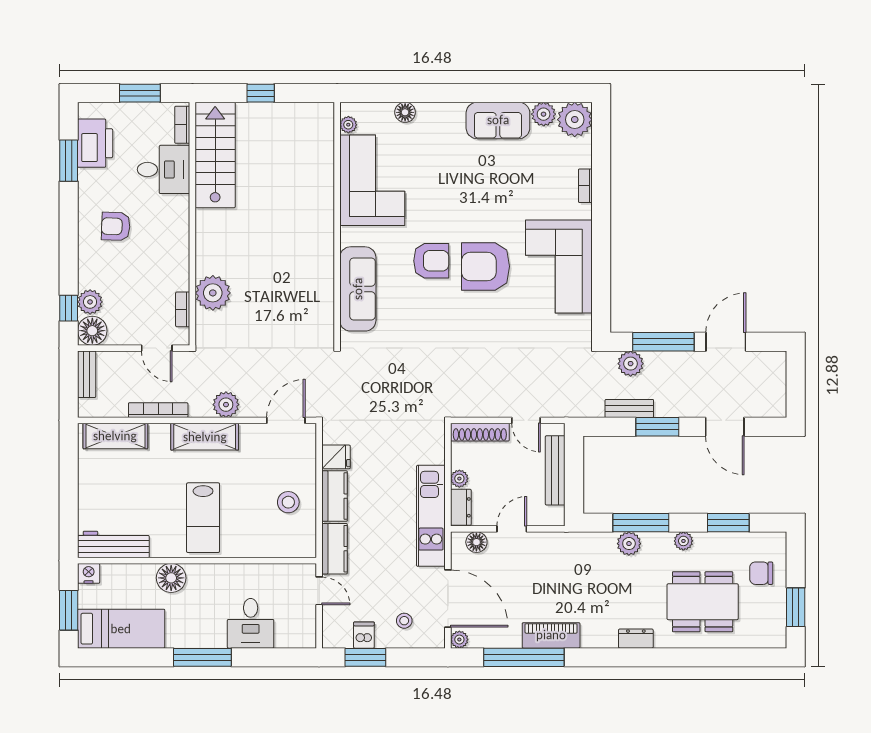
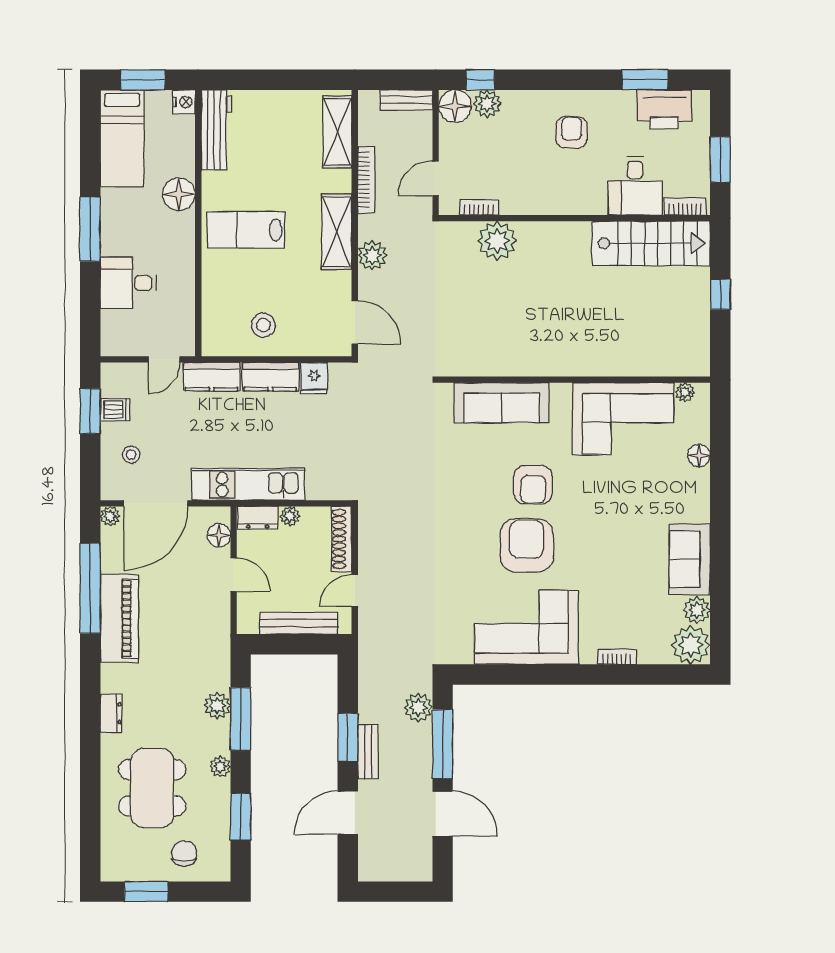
bench: (629, 408) -> (368, 752), moved
piano: (551, 635) -> (119, 619), width x1.37, depth x1.33

